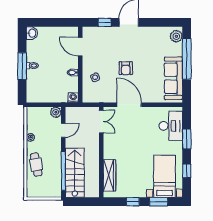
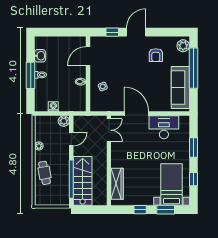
washbasin: (32, 33) -> (40, 56), moved
door: (80, 47) -> (88, 56), hinge flipped
armchair: (126, 68) -> (156, 55), moved
washing machine: (73, 98) -> (53, 107), moved
desk: (171, 126) -> (164, 127), moved, turned -90

